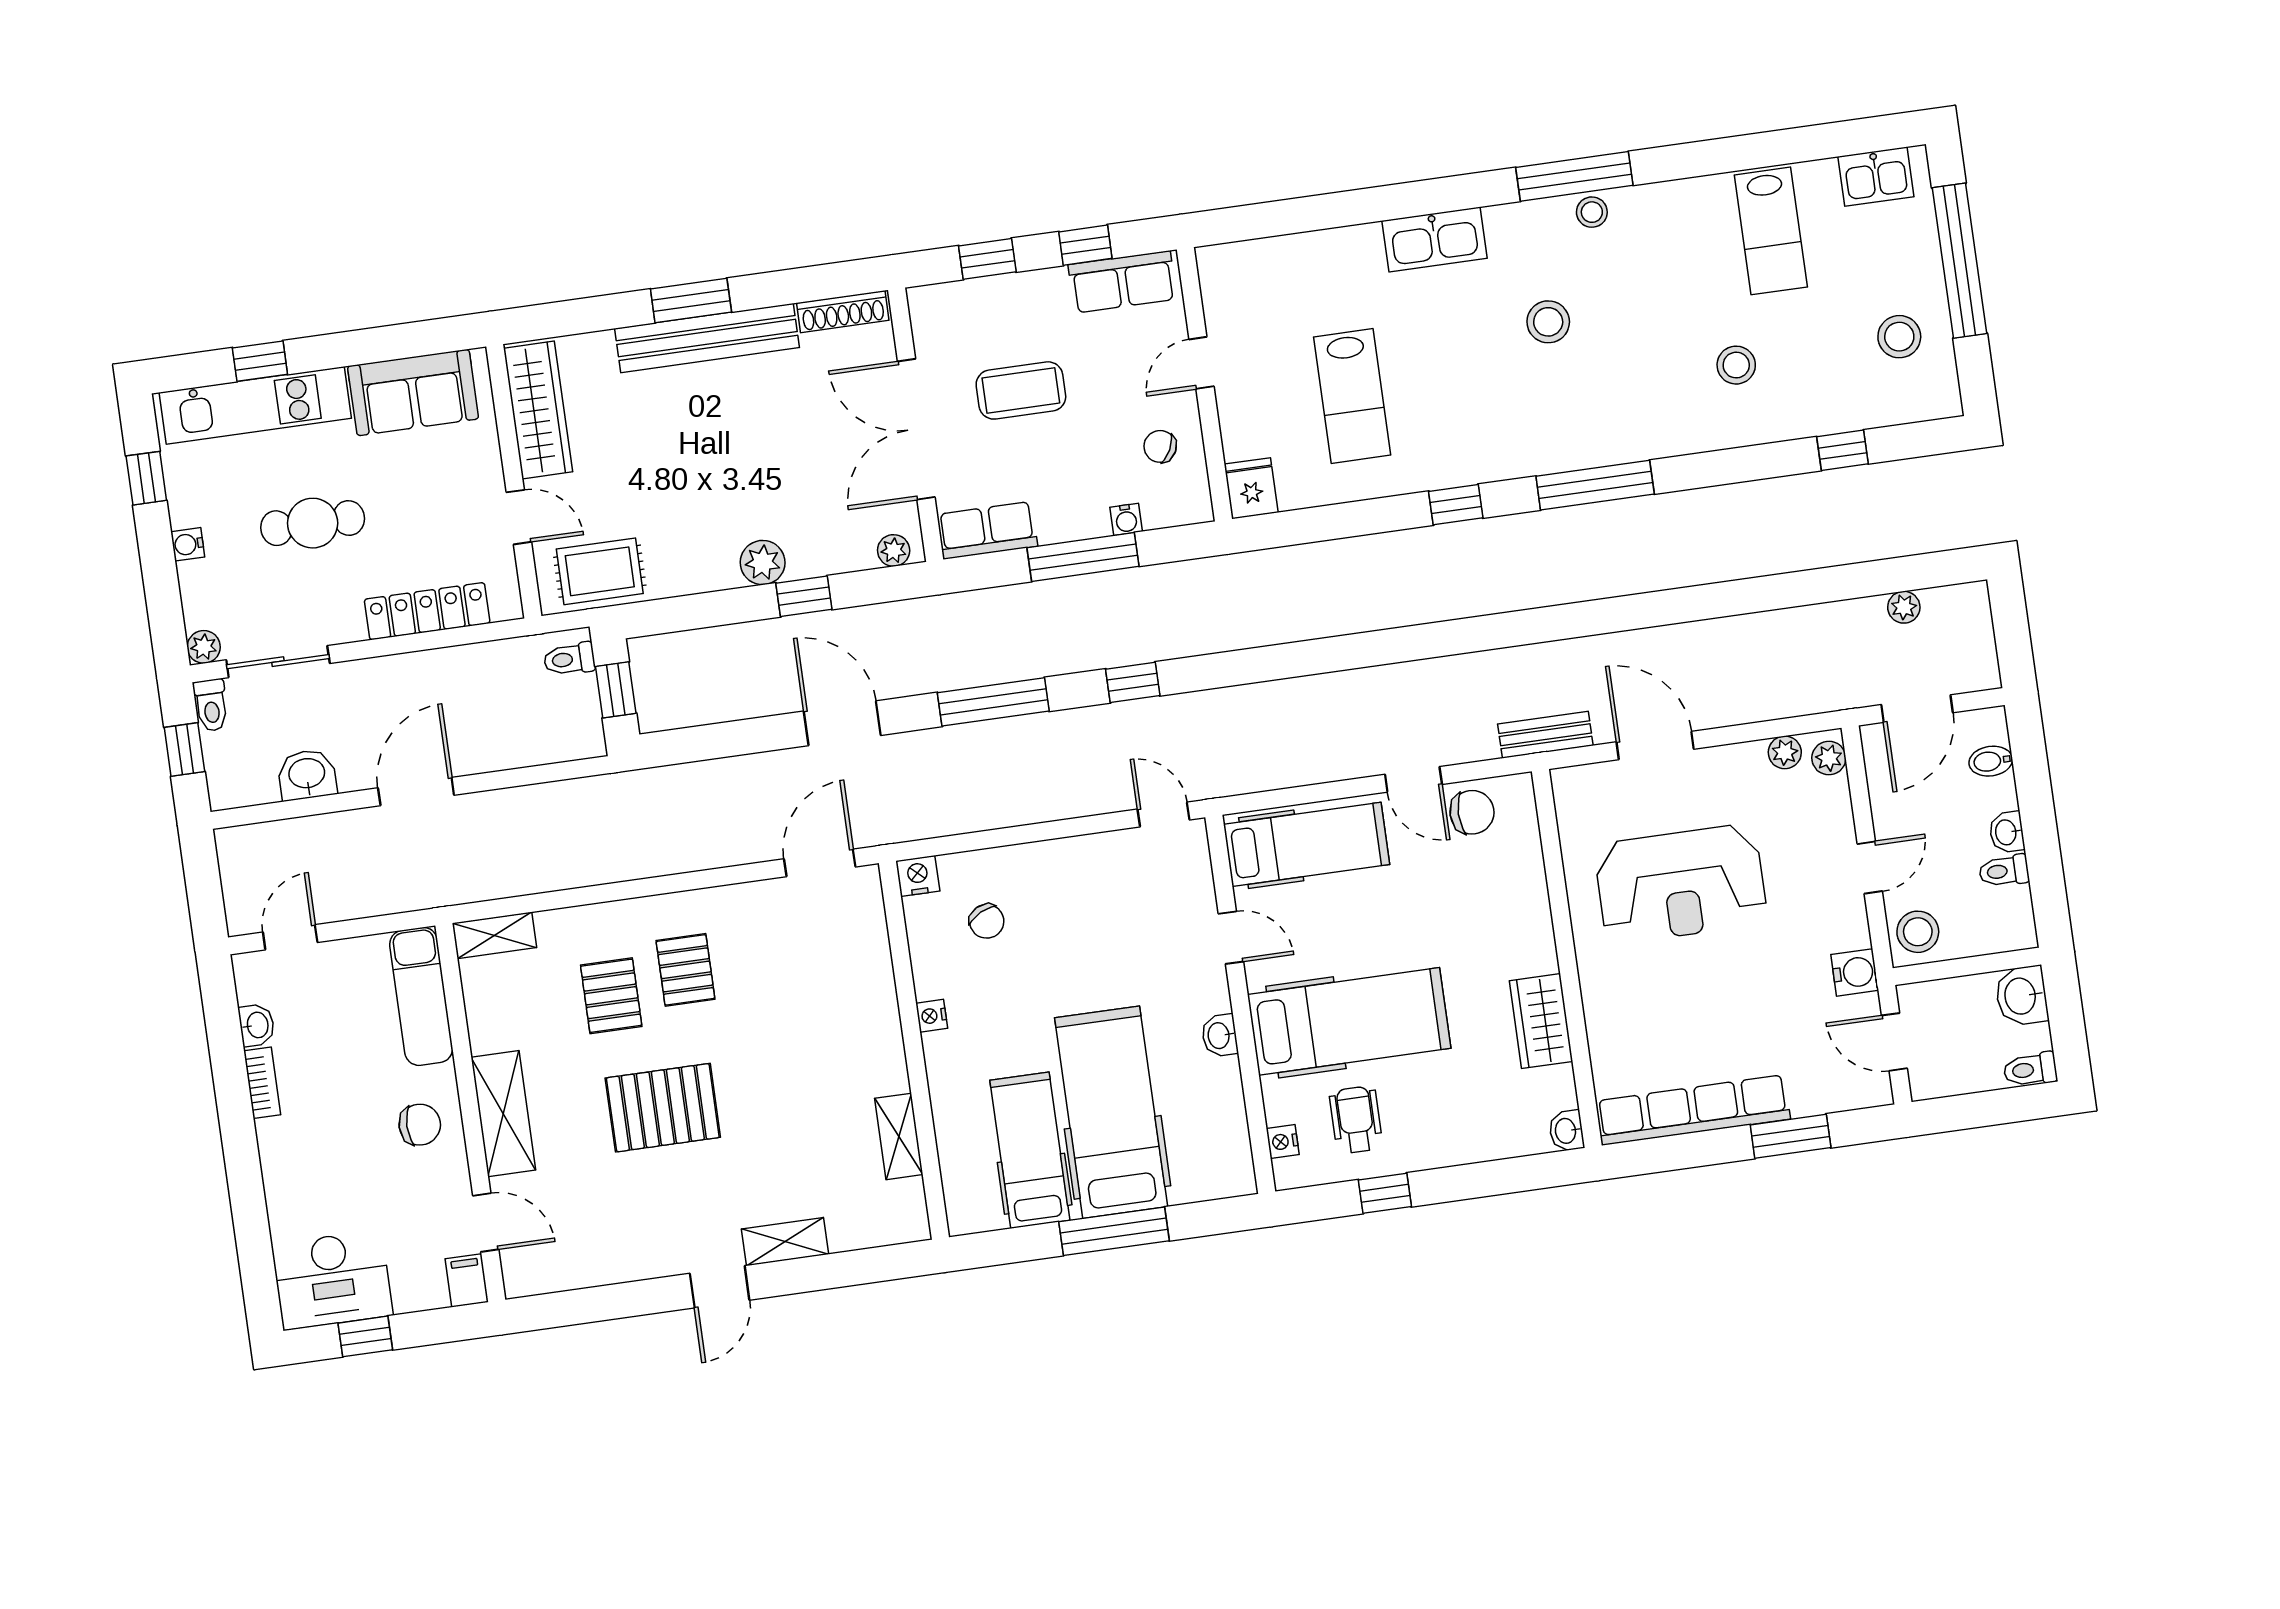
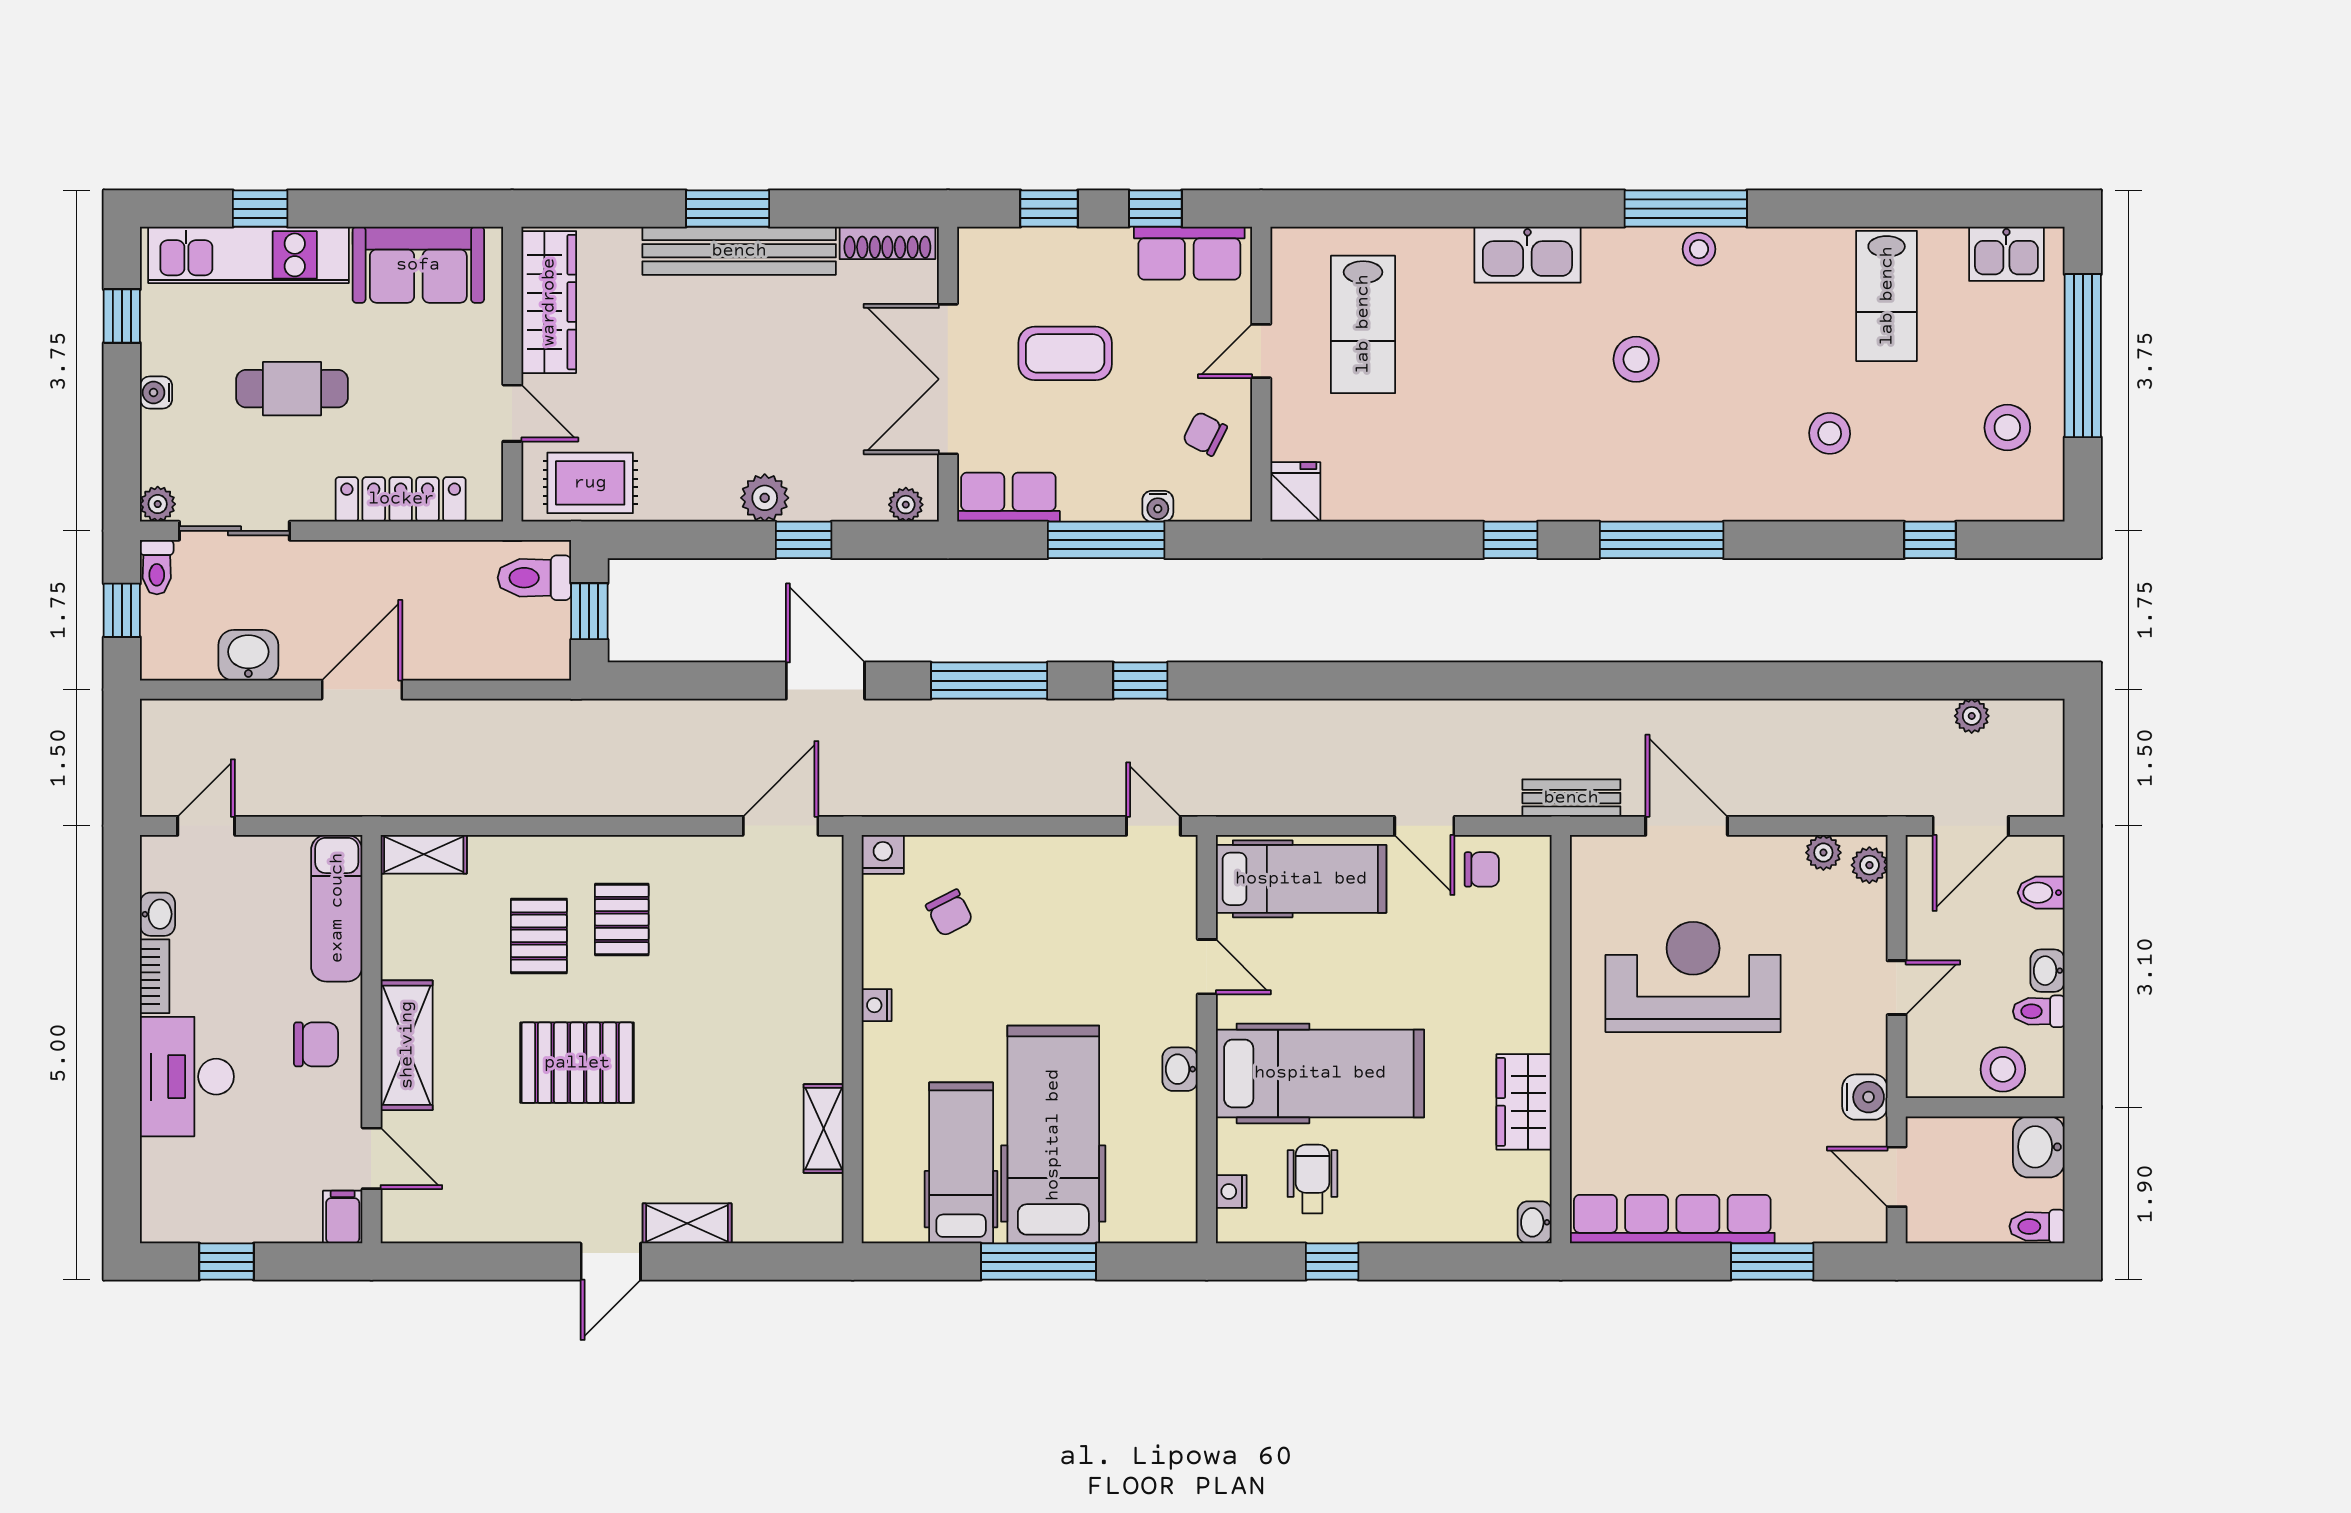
lab bench: (1352, 396) -> (1363, 324), moved
toilet: (569, 659) -> (534, 578), width x1.37, depth x1.39
chair: (1472, 812) -> (1482, 869), width x0.73, depth x0.73
reception desk: (1681, 884) -> (1693, 977), turned 180
stool: (1918, 932) -> (2003, 1069), moved
desk: (332, 1280) -> (187, 1077), moved, turned 90

